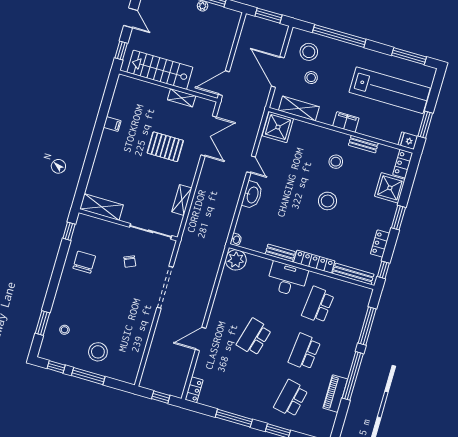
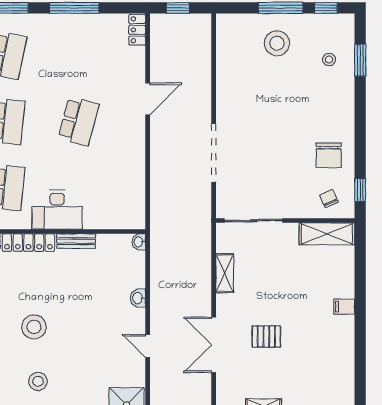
filing cabinet: (112, 124) -> (344, 307), moved
double door: (209, 136) -> (214, 345), moved
pallet: (165, 147) -> (266, 337), width x0.67, depth x0.71
washbasin: (252, 195) -> (138, 298), width x0.52, depth x0.69
plant: (236, 260) -> (131, 215), removed
chair: (130, 261) -> (329, 199), moved

